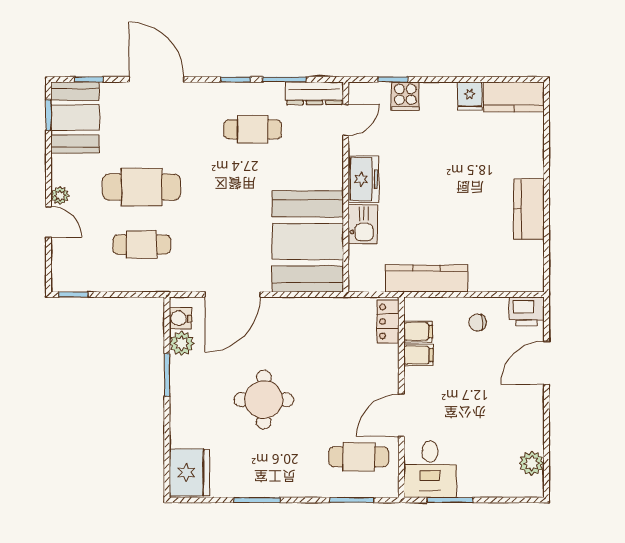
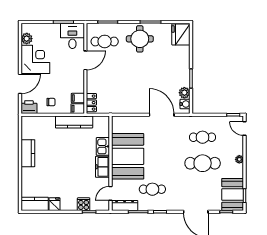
door: (48, 222) -> (245, 129), moved
booth: (308, 241) -> (128, 156), moved
door: (232, 295) -> (162, 115), hinge flipped
filing cabinet: (418, 355) -> (78, 109), moved
round table: (264, 400) -> (140, 39), moved
corner desk: (512, 417) -> (35, 59), added

